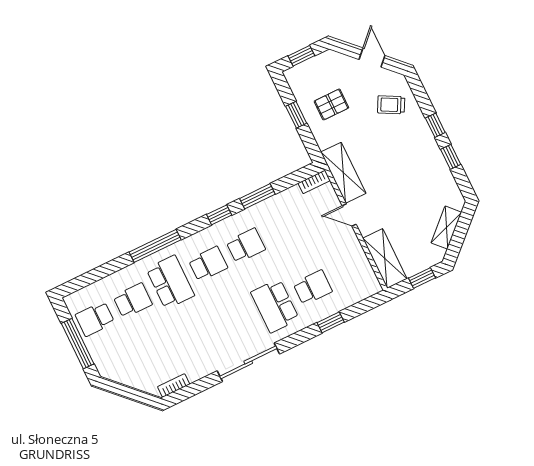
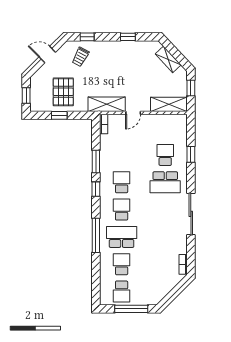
pallet: (331, 104) -> (63, 92), width x1.50, depth x1.42
window: (435, 125) -> (87, 37), moved

